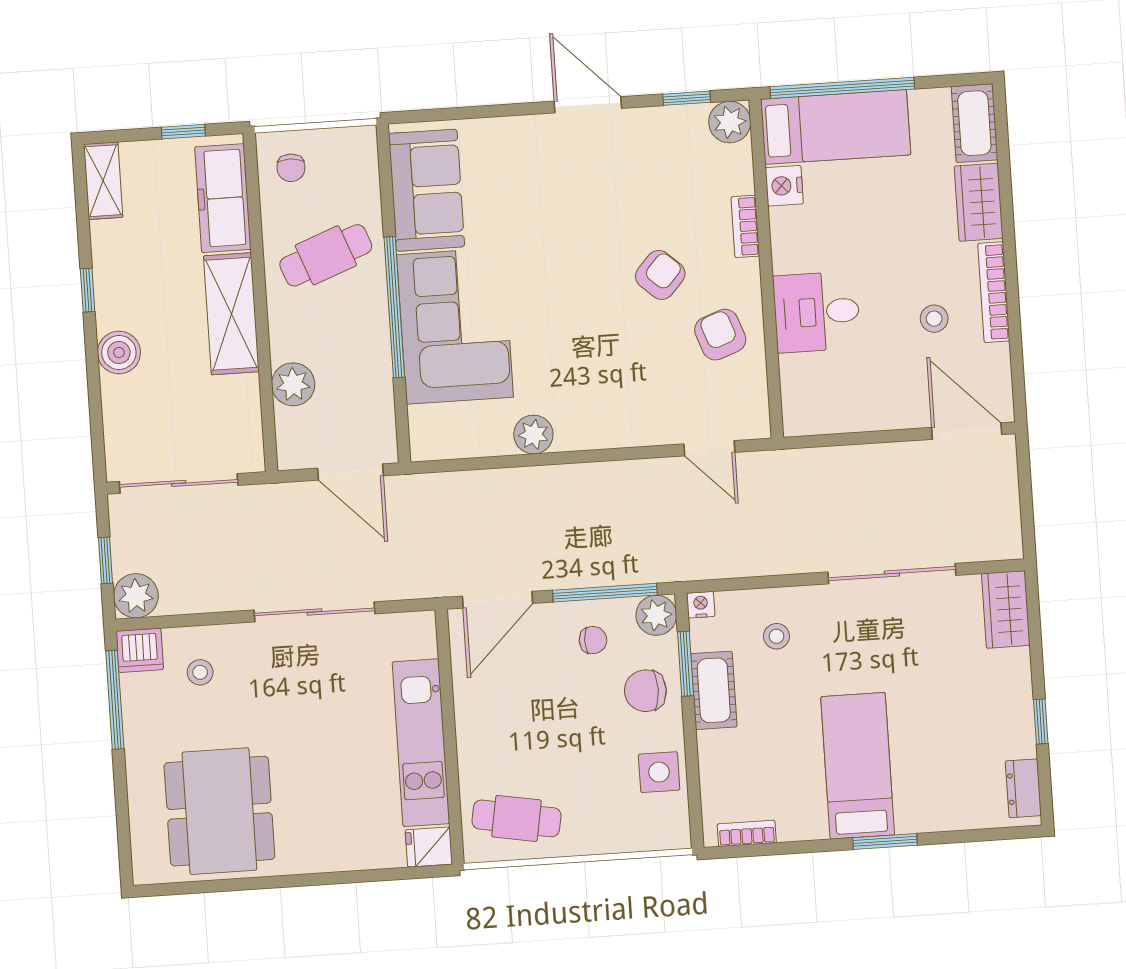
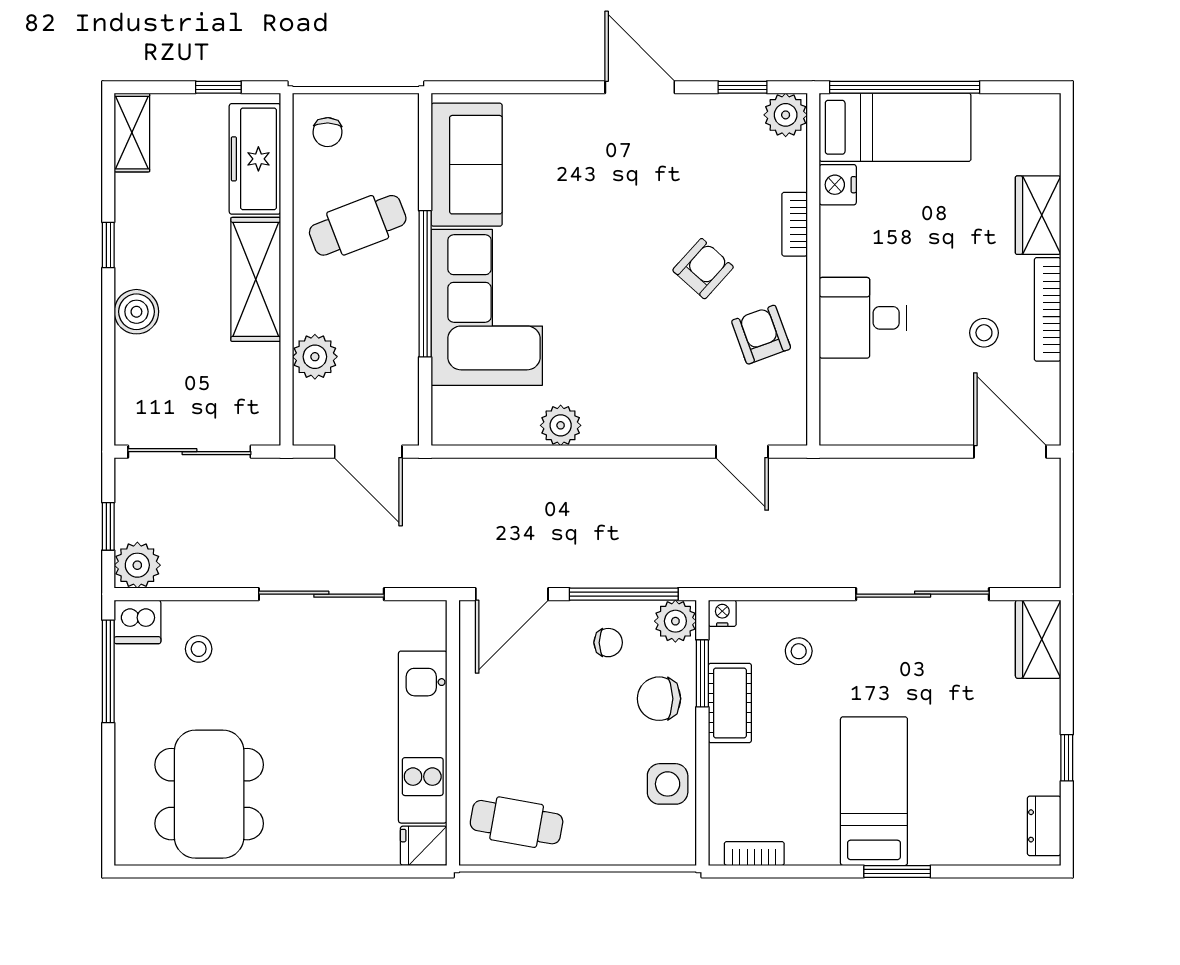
cot: (974, 123) -> (1039, 133), removed

